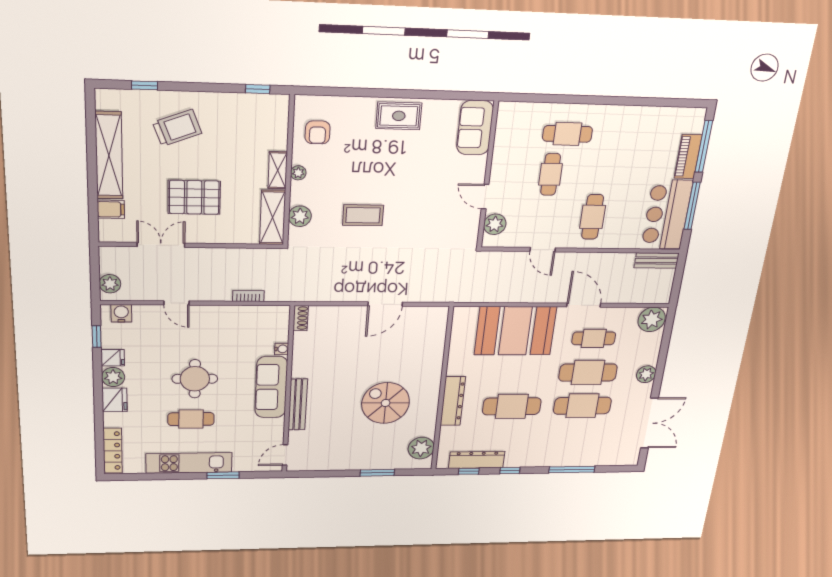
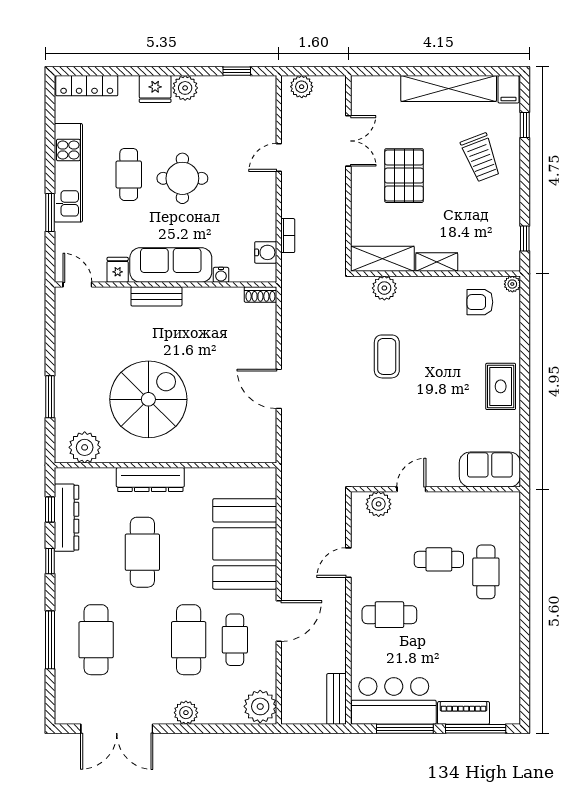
plant: (298, 173) -> (512, 284), moved
filing cabinet: (111, 209) -> (508, 89), moved
water cooler: (121, 313) -> (266, 252), moved
fridge: (113, 358) -> (118, 270), moved, turned 180
spiral stairs: (386, 403) -> (148, 399), width x1.37, depth x1.37
bench: (298, 405) -> (156, 296), width x0.73
cafe table: (582, 406) -> (96, 640), moved

